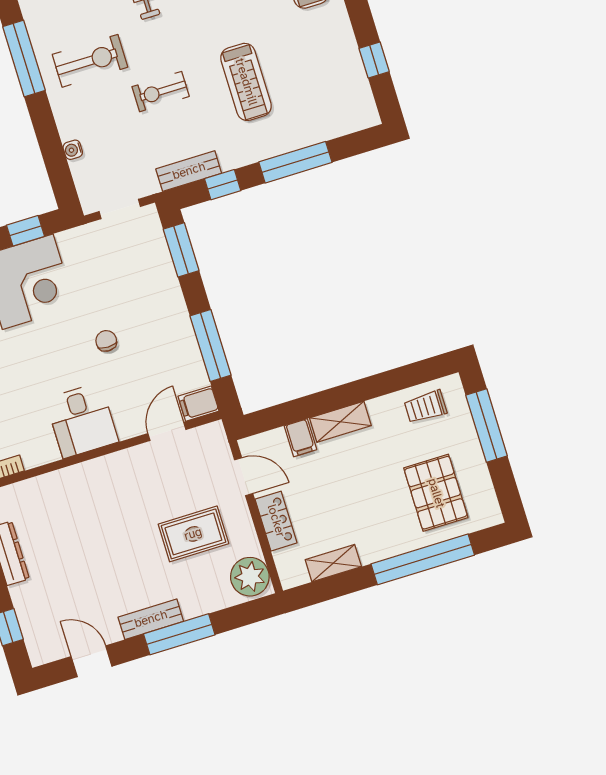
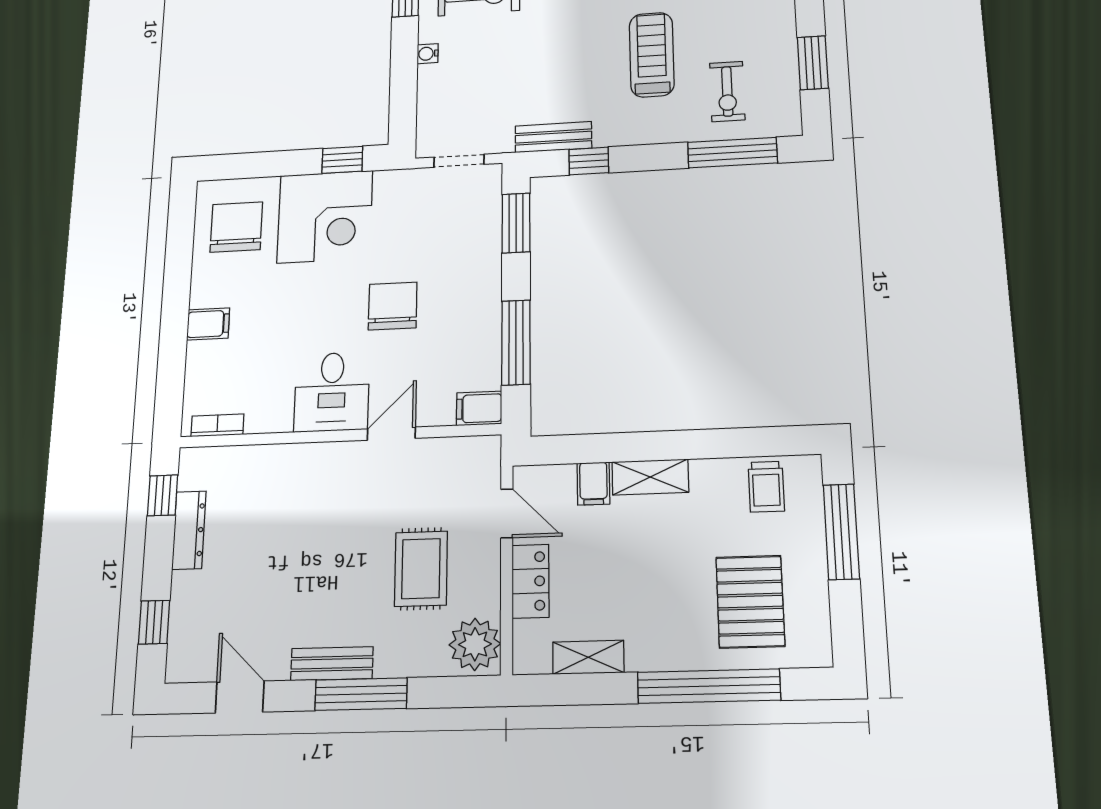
window: (374, 60) -> (813, 63), width x1.50
treadmill: (246, 82) -> (652, 55), turned 180
exercise bike: (161, 92) -> (727, 91), moved, turned -90
water cooler: (73, 150) -> (428, 54), moved
window: (295, 162) -> (732, 153), moved
chair: (106, 341) -> (393, 306), width x1.87, depth x1.87
trolley: (425, 407) -> (766, 487), turned -90
door: (167, 431) -> (391, 434), moved
rug: (193, 534) -> (421, 569), turned 90

